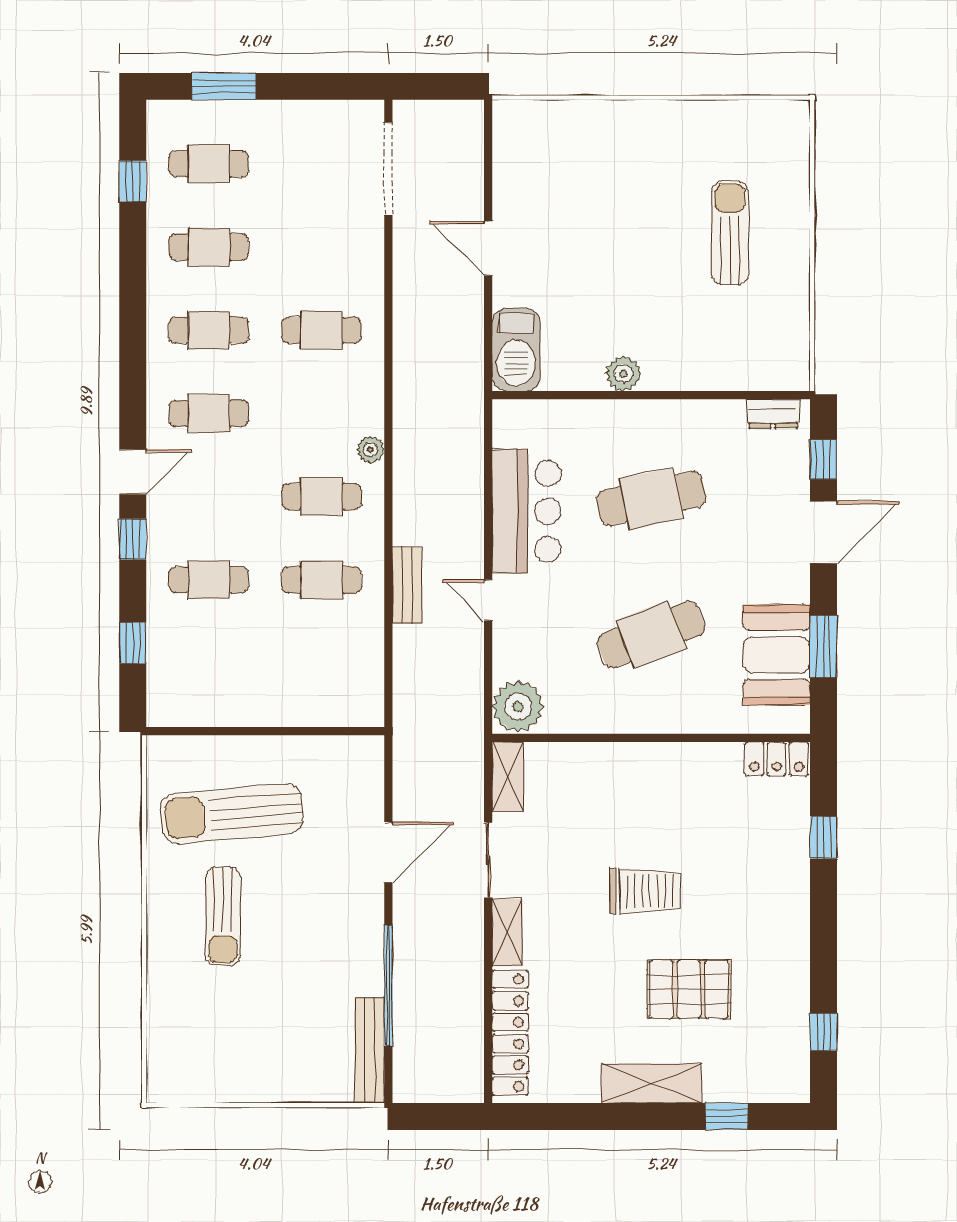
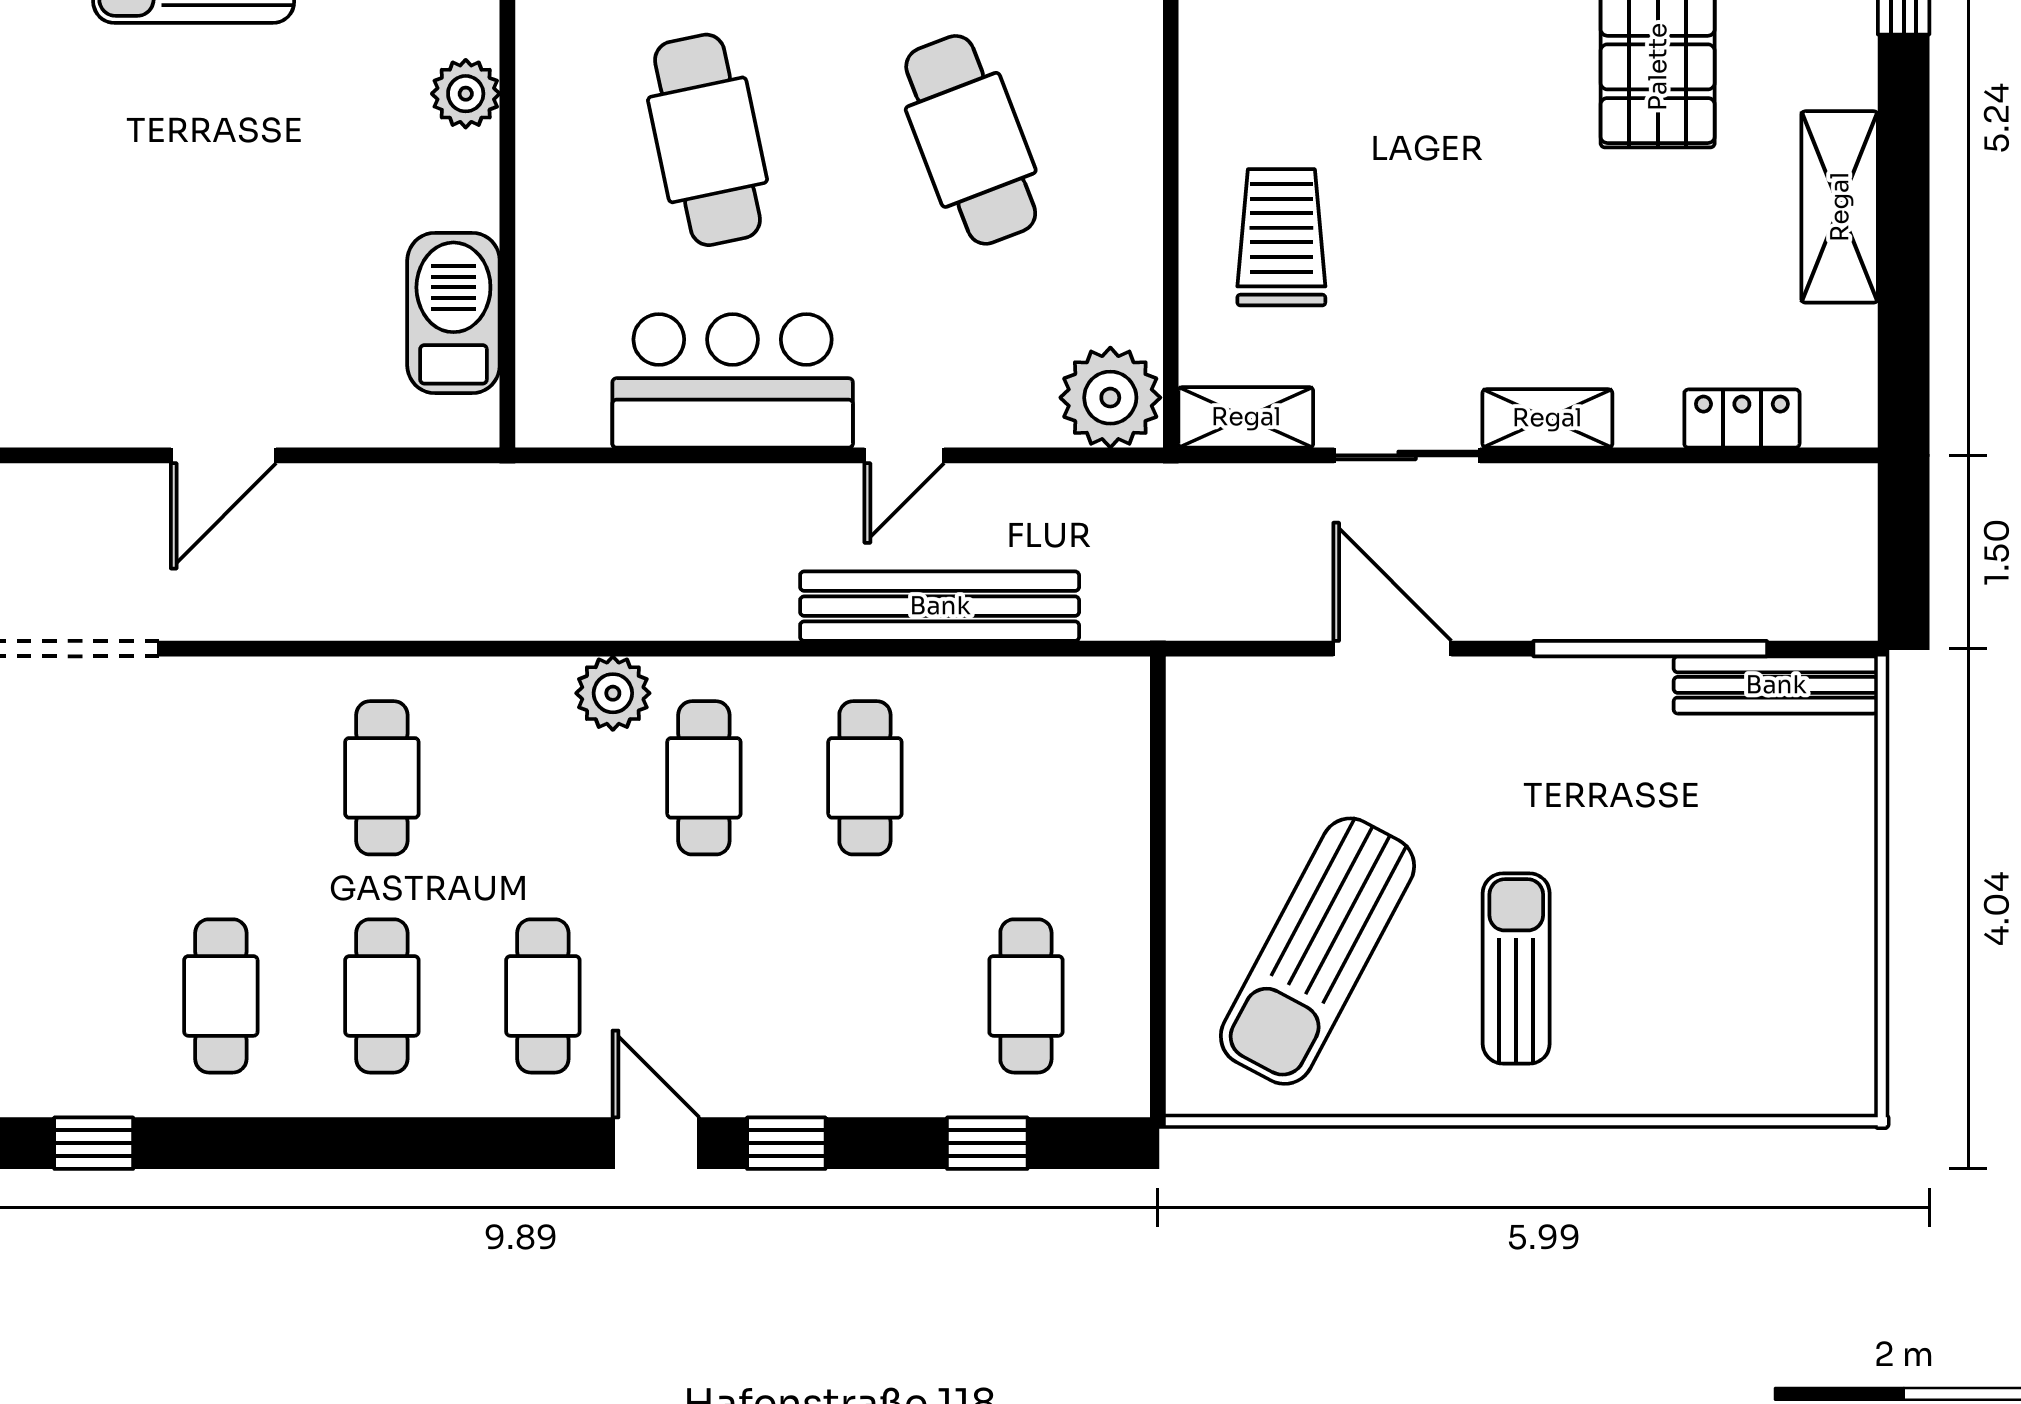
cafe table: (209, 164) -> (60, 996), removed
barbecue: (516, 350) -> (453, 313), moved, turned -90
plant: (623, 374) -> (466, 94), moved
plant: (370, 450) -> (613, 693), width x1.38, depth x1.38
cafe table: (209, 580) -> (1026, 996), moved
bench: (407, 585) -> (940, 606), width x1.86, depth x1.21
sun lounger: (232, 814) -> (1317, 951), turned 33
trolley: (645, 891) -> (1281, 237), moved
sun lounger: (223, 916) -> (1516, 969), turned -90
locker: (510, 1033) -> (1742, 419), width x0.46, depth x0.83
shelving: (651, 1083) -> (1840, 207), moved

